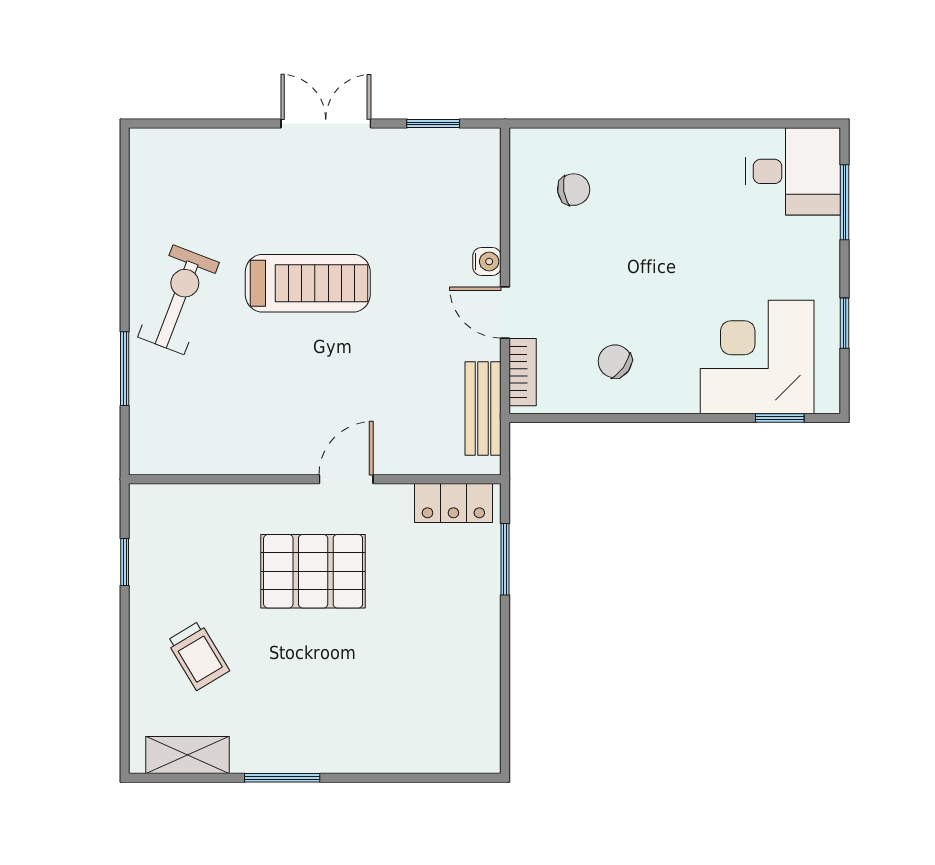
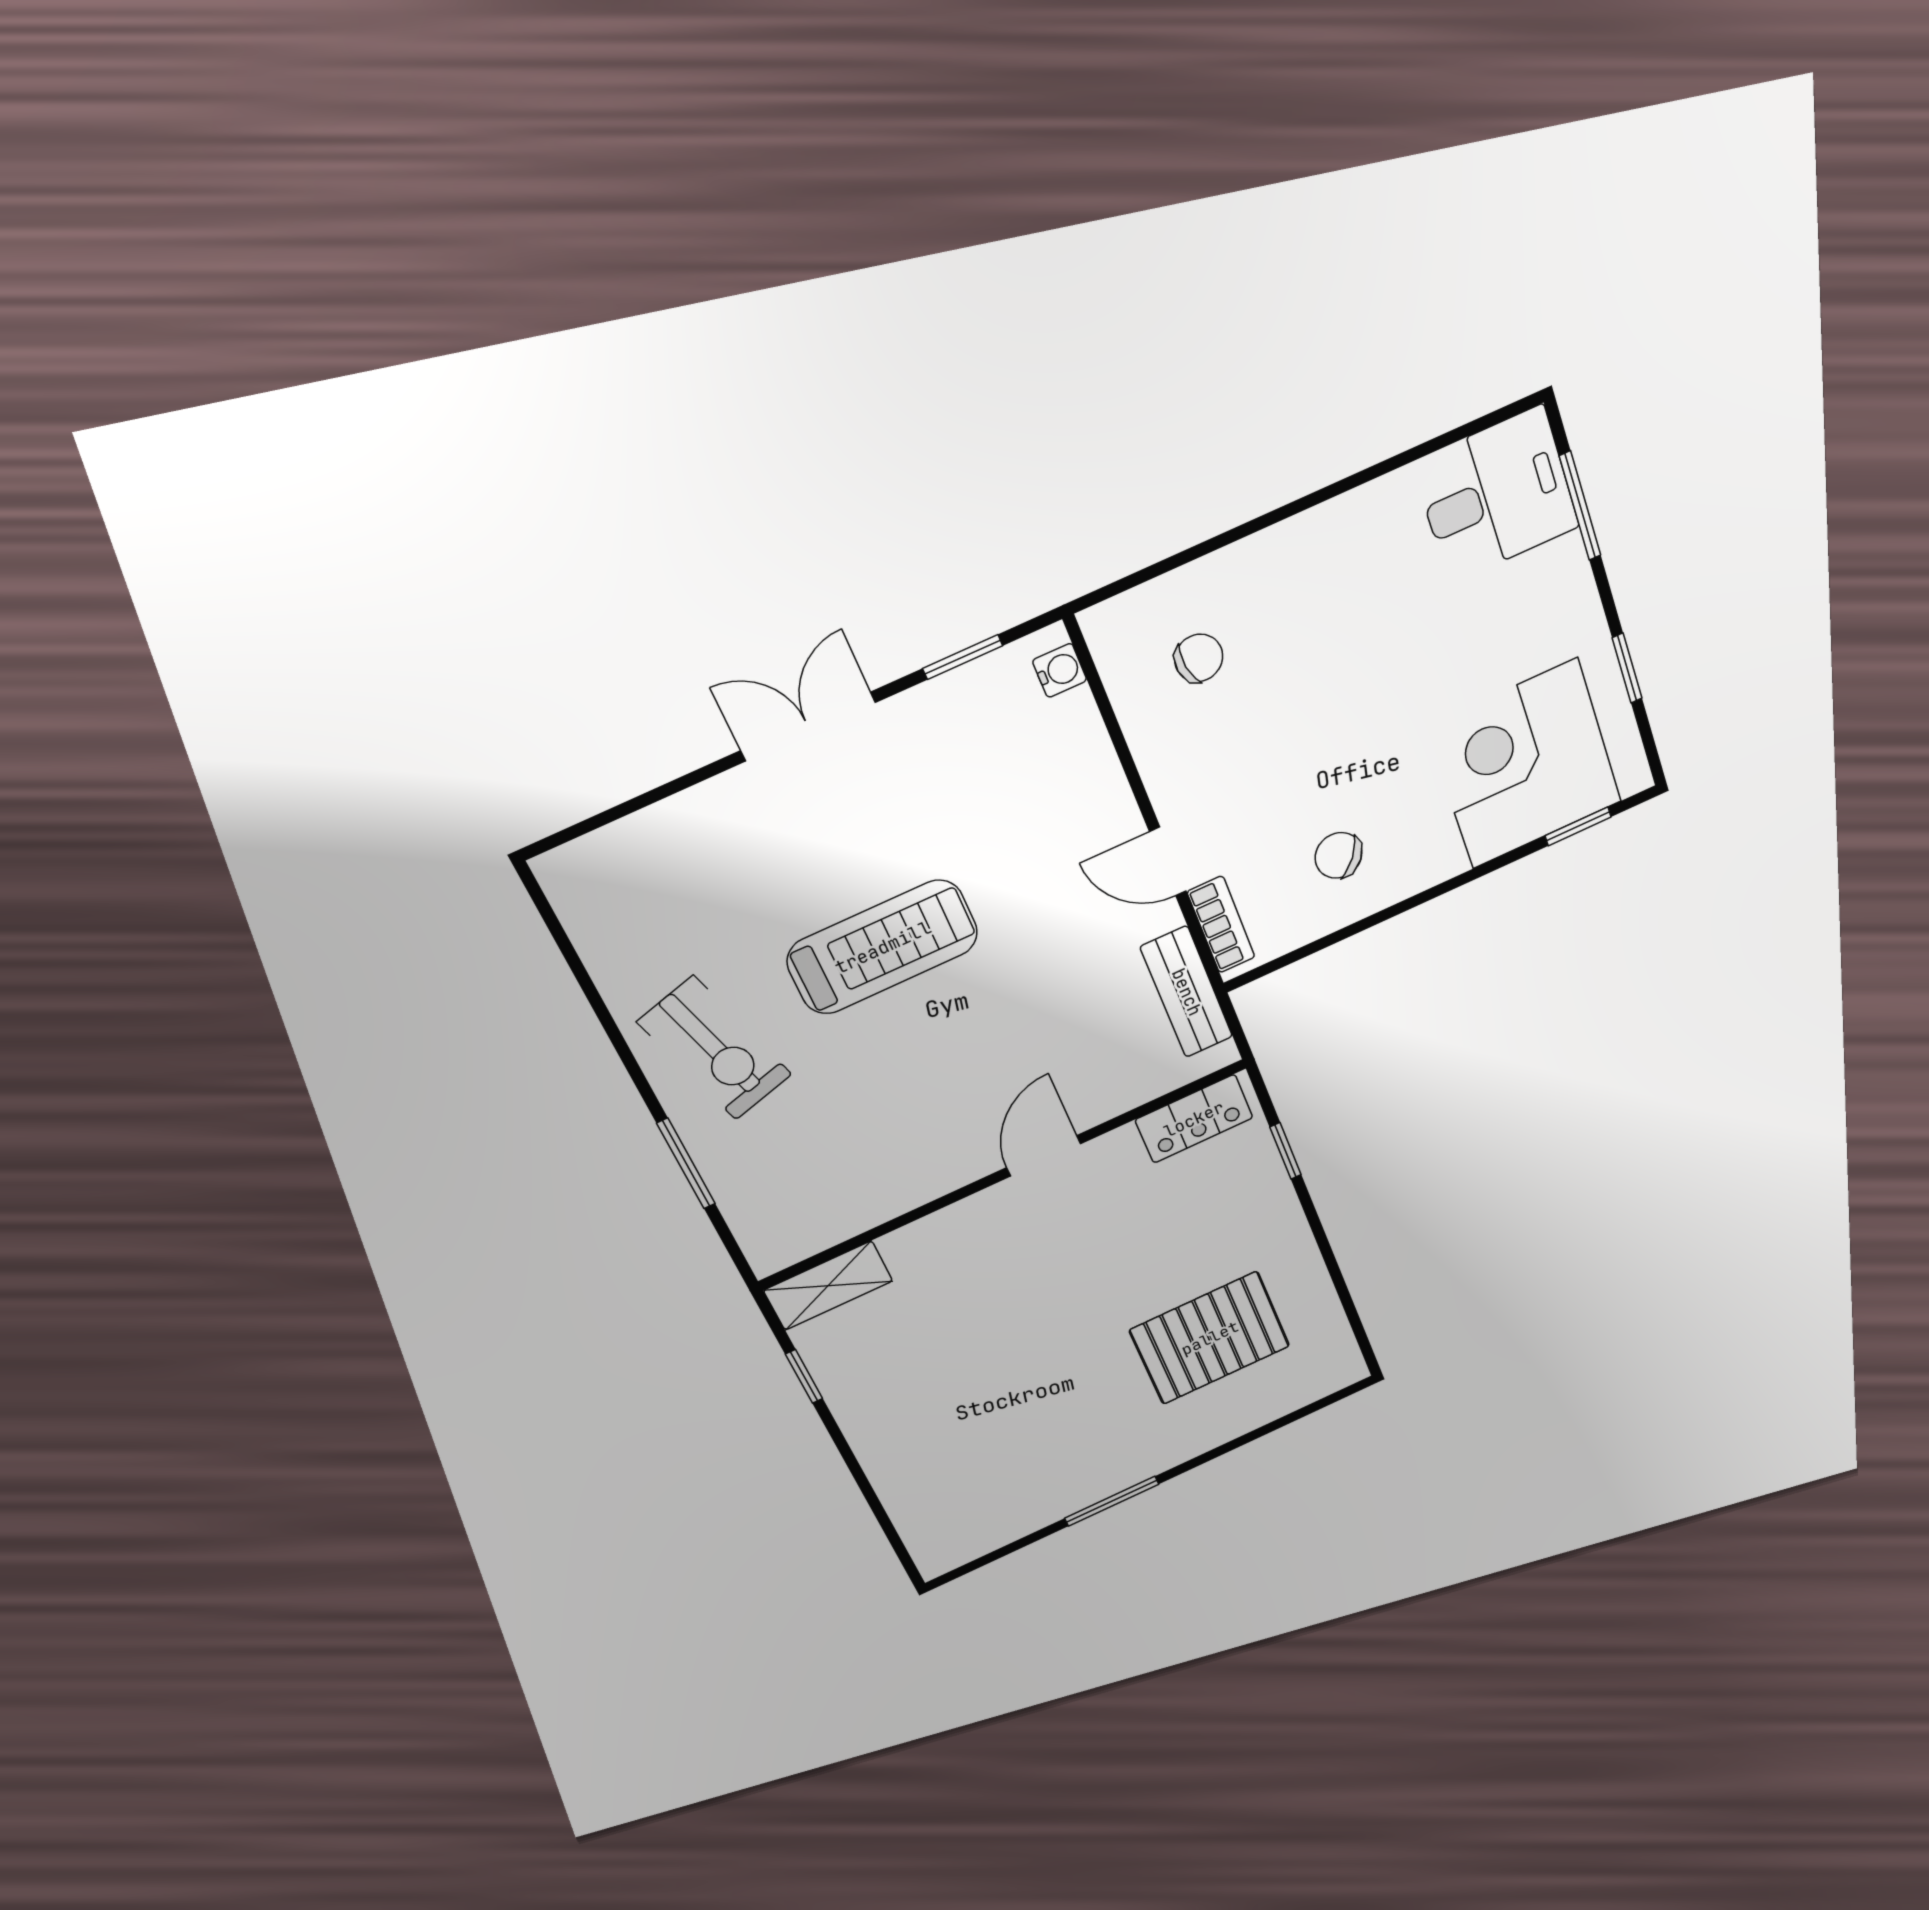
water cooler: (487, 262) -> (1060, 670), moved
exercise bike: (178, 300) -> (715, 1048), turned 143
window: (505, 559) -> (1286, 1151), width x0.67
pallet: (313, 571) -> (1210, 1338), moved
trolley: (198, 656) -> (948, 1429), removed
shelving: (187, 755) -> (828, 1286), moved

